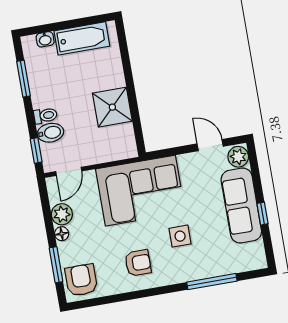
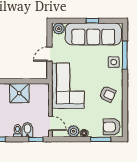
door: (210, 145) -> (50, 54), moved
sofa: (241, 206) -> (93, 34), width x1.36, depth x1.27
side table: (180, 236) -> (114, 62), moved
armchair: (138, 263) -> (108, 94), turned 116

